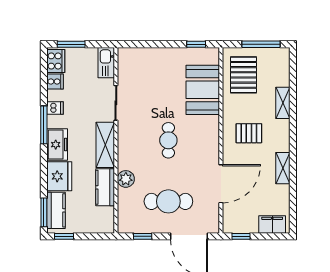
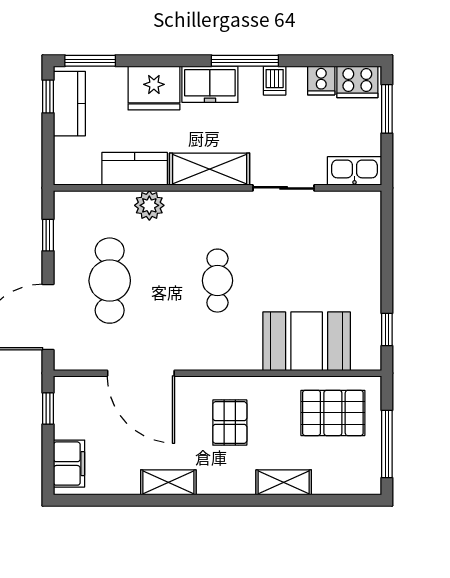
cafe table: (168, 140) -> (217, 281), turned 90
kitchen counter: (56, 210) -> (69, 104), moved, turned -90

